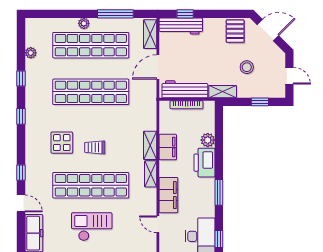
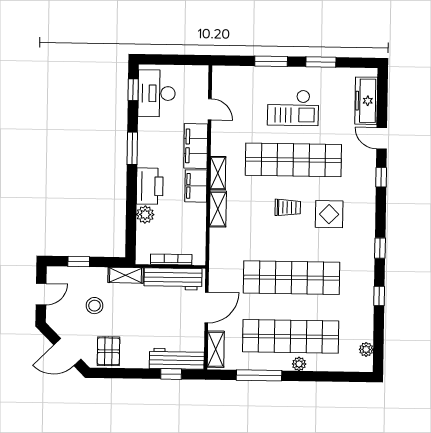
plant: (31, 53) -> (366, 349), moved
door: (289, 76) -> (41, 294), swing flipped
filing cabinet: (168, 147) -> (196, 186), moved

